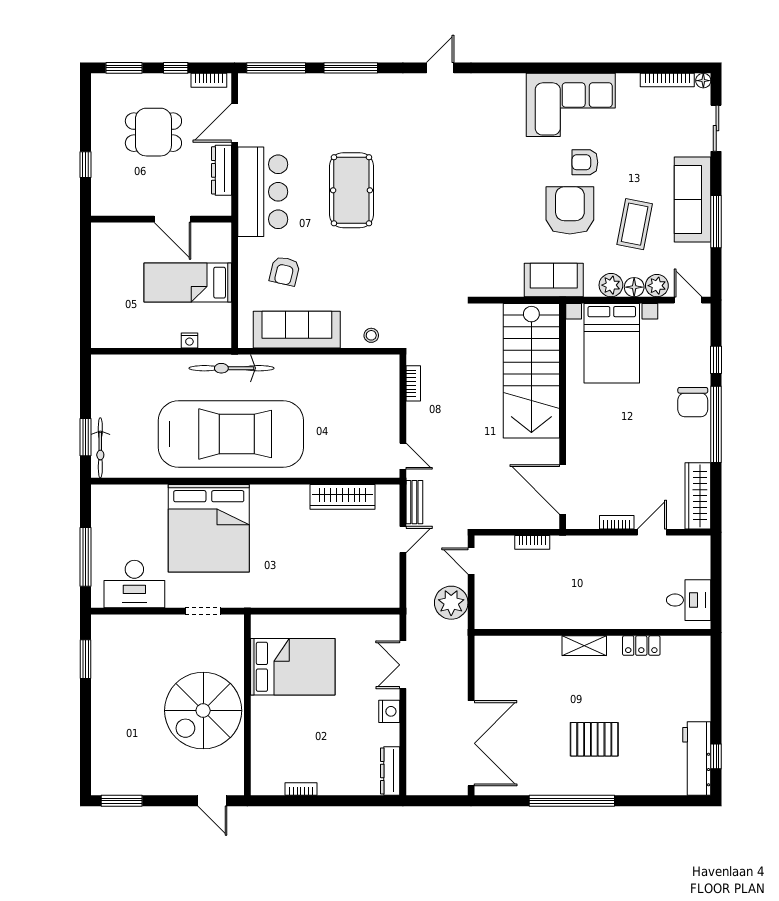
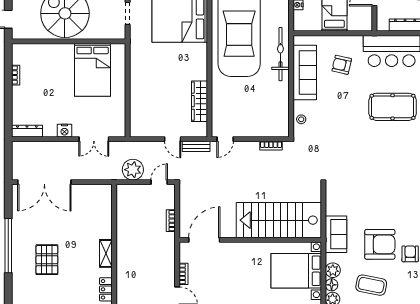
bicycle: (232, 368) -> (280, 54), moved
double door: (403, 665) -> (94, 139), swing flipped

